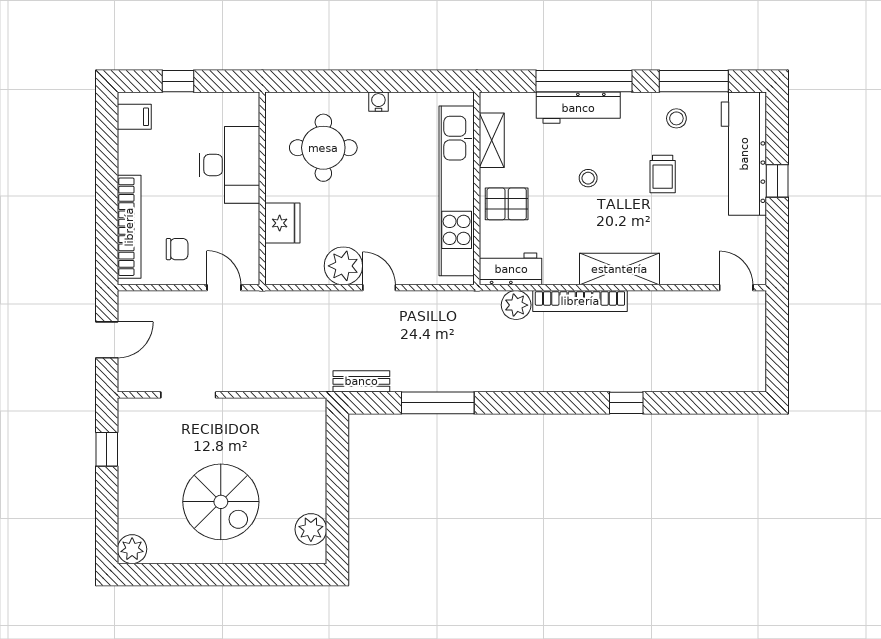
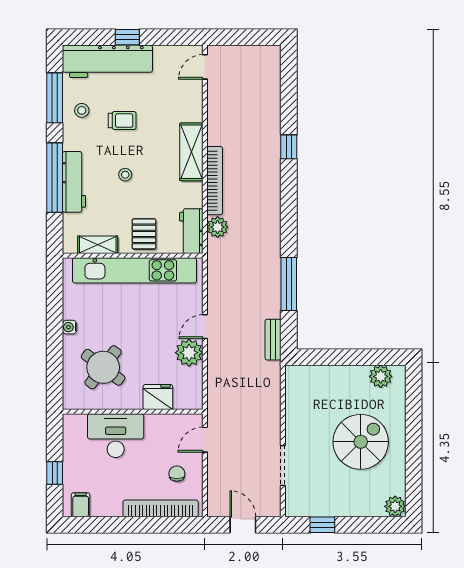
round table: (323, 148) -> (103, 367), turned 37

